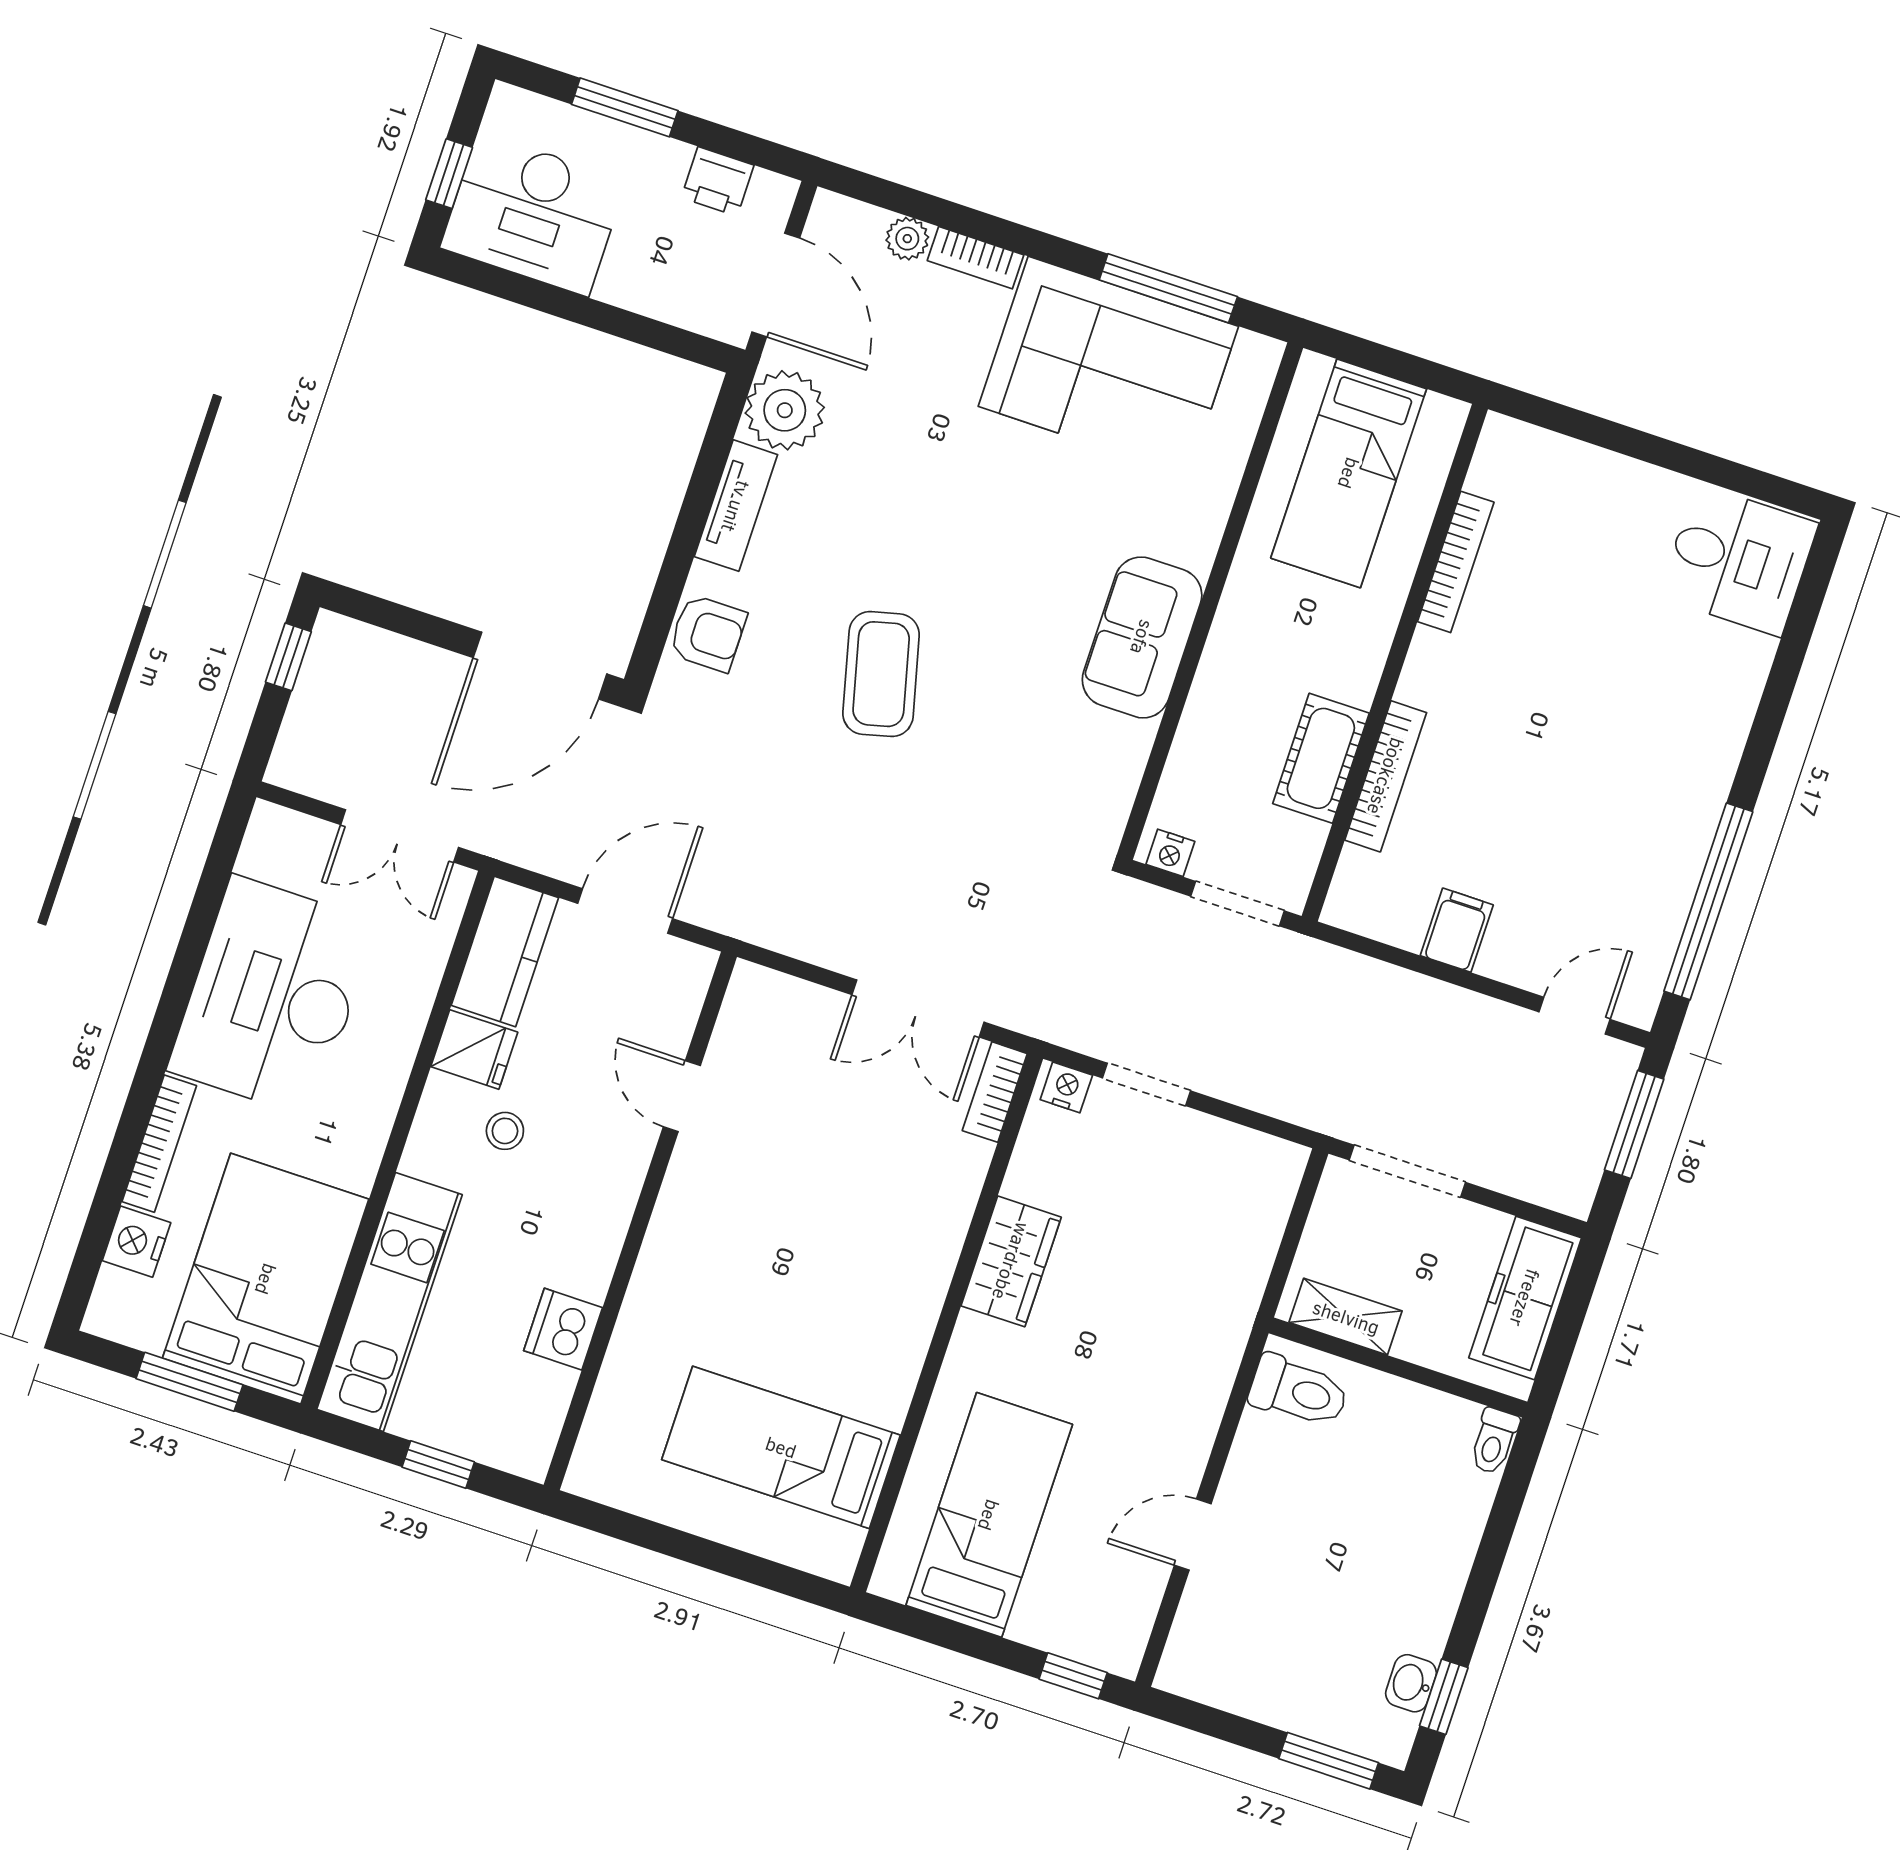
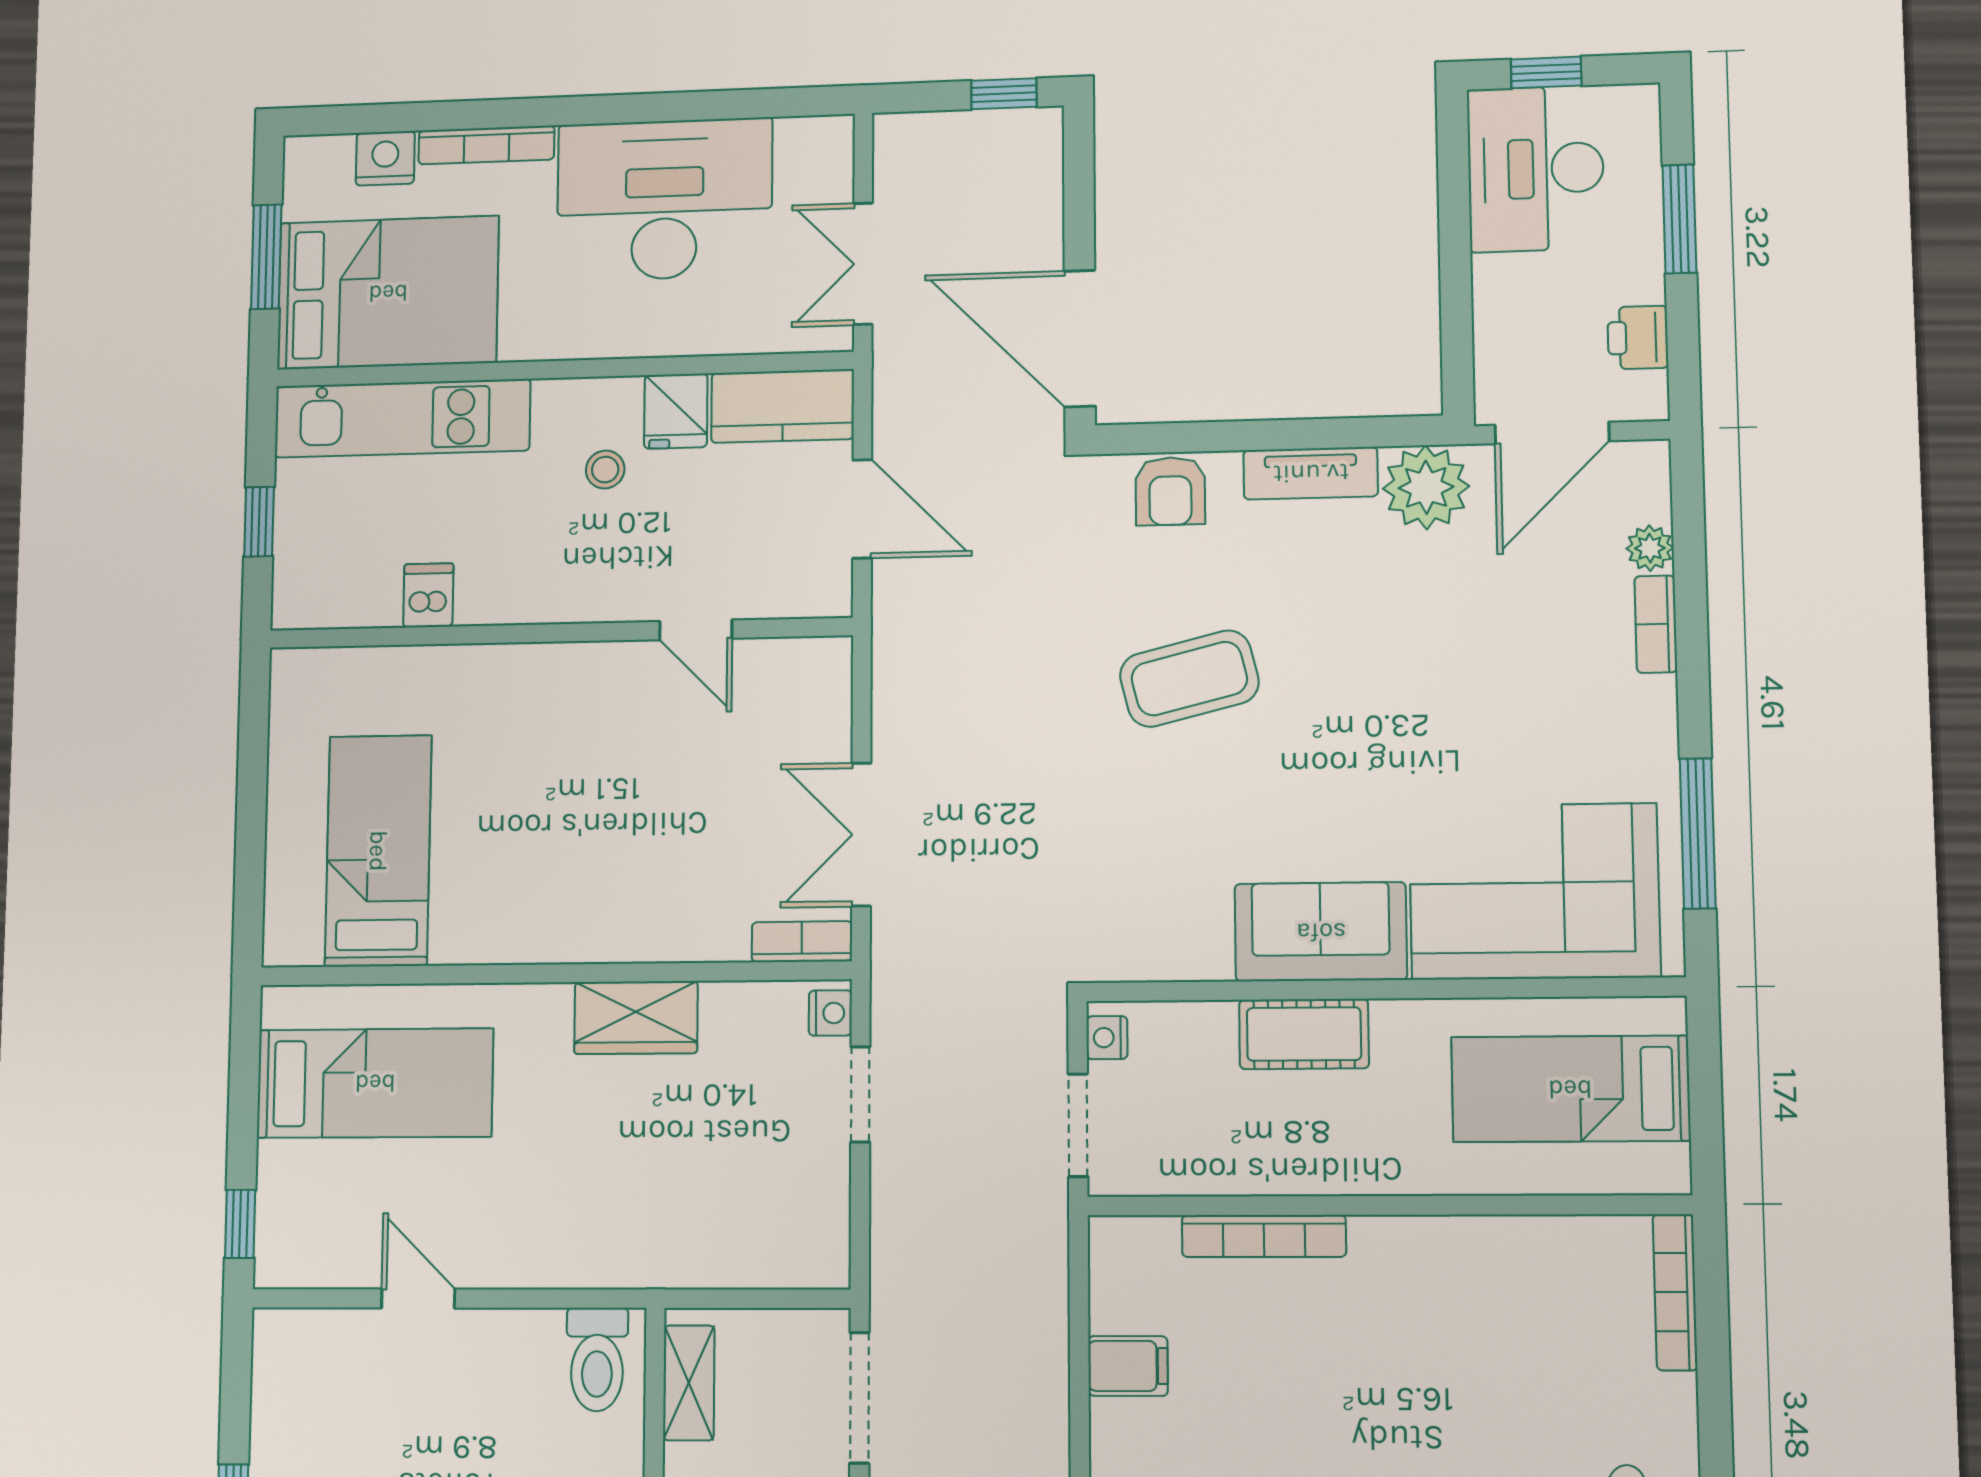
corner sofa: (1108, 366) -> (1534, 891), moved, turned 90
bookcase: (1456, 562) -> (1675, 1292), moved, turned 90
cot: (1321, 758) -> (1304, 1034), moved
door: (682, 1096) -> (696, 630), swing flipped
dishwasher: (563, 1329) -> (428, 595), width x0.73

